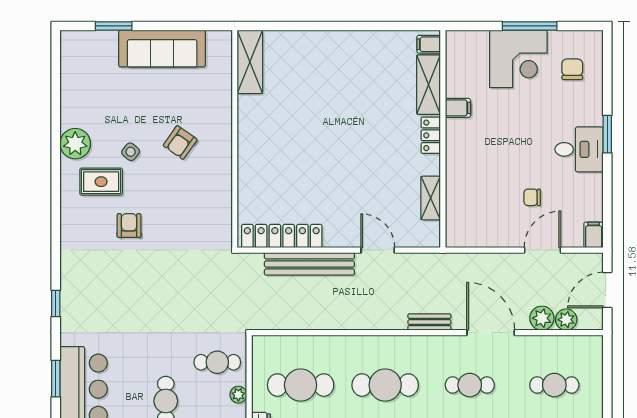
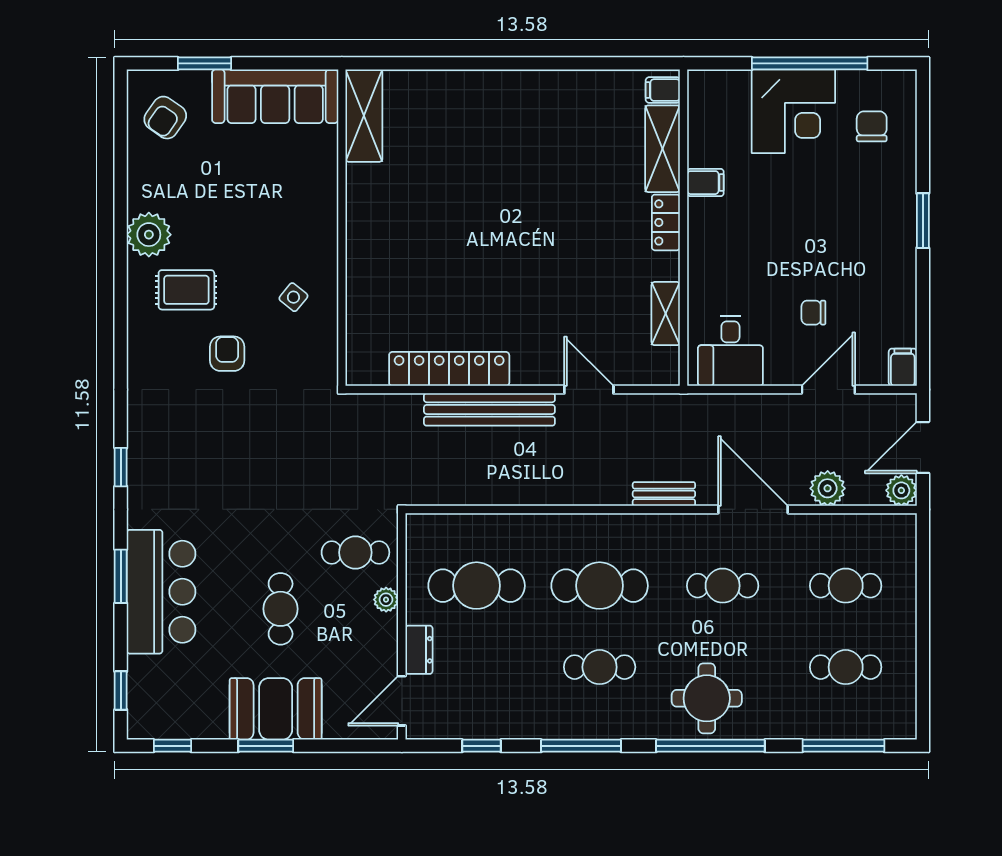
window: (530, 26) -> (810, 63), width x1.46
shelving: (250, 62) -> (364, 116), moved
wall: (235, 139) -> (342, 228), moved
armchair: (180, 142) -> (165, 118), moved
desk: (579, 149) -> (730, 351), moved, turned 90
side table: (131, 152) -> (293, 297), moved
plant: (566, 320) -> (901, 490), moved

